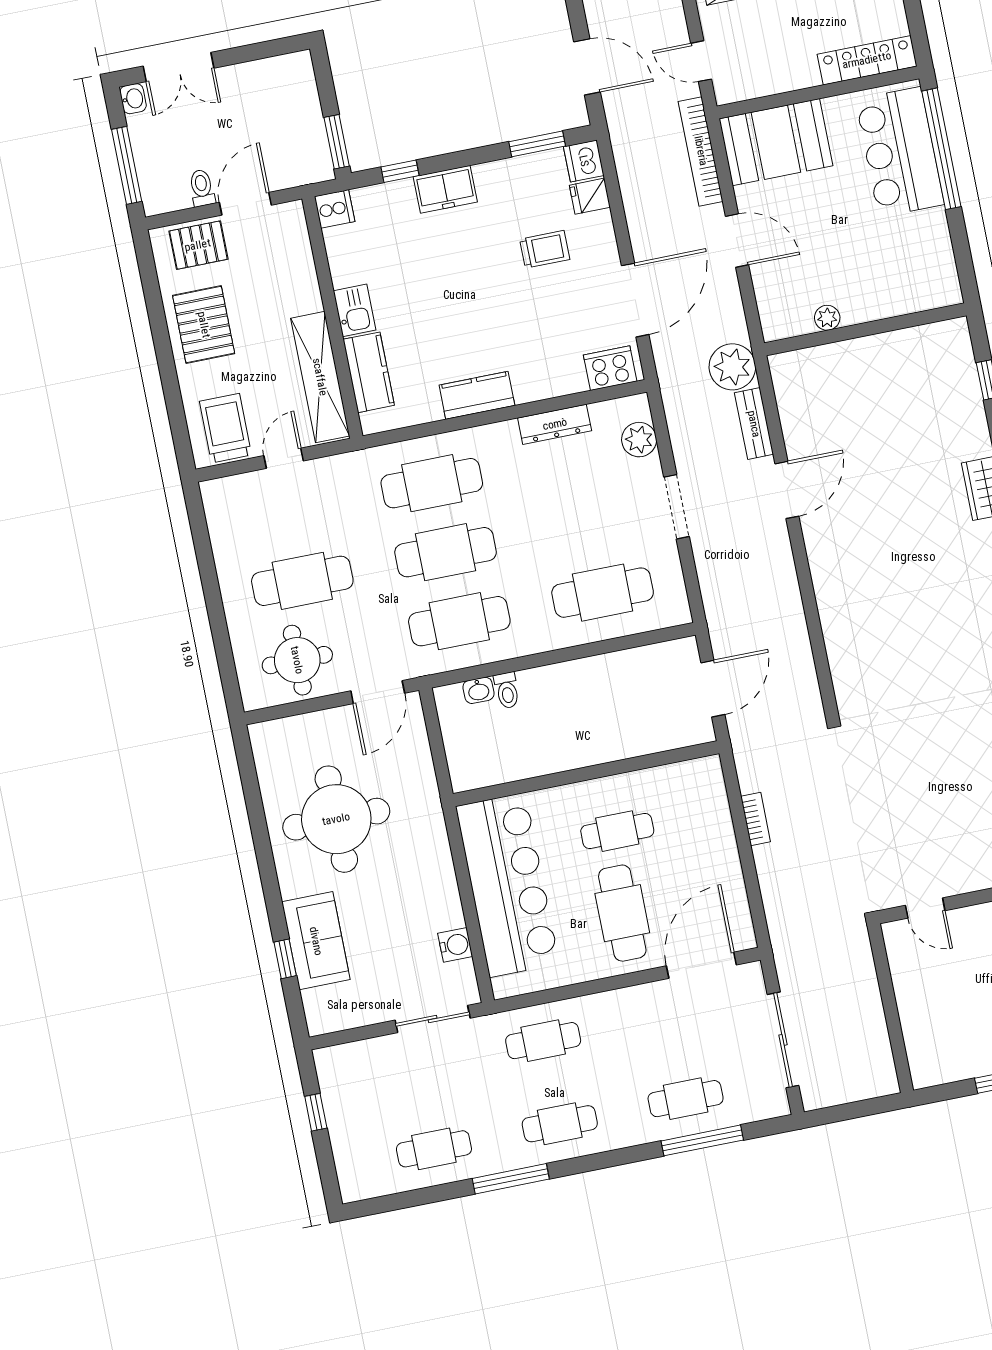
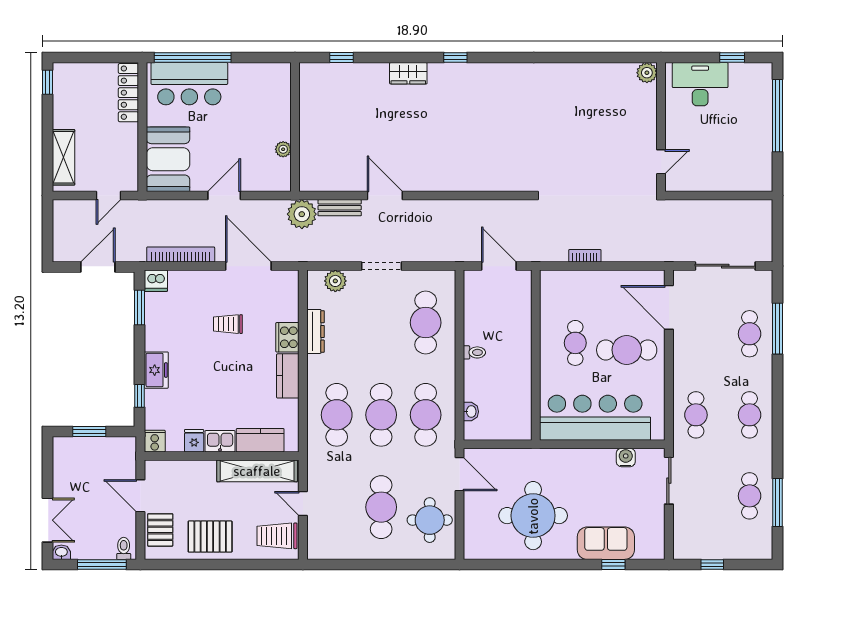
window: (337, 142) -> (89, 431), moved
bookcase: (701, 151) -> (181, 254), moved, turned 180
toilet: (202, 188) -> (124, 548), moved, turned 90
fridge: (590, 196) -> (194, 441), moved, turned 180
trolley: (545, 249) -> (228, 324), moved, turned -90
cooker: (610, 368) -> (287, 337), moved
toilet: (507, 690) -> (474, 352), moved
window: (511, 1179) -> (778, 503), moved

